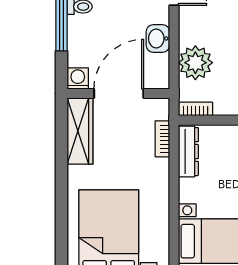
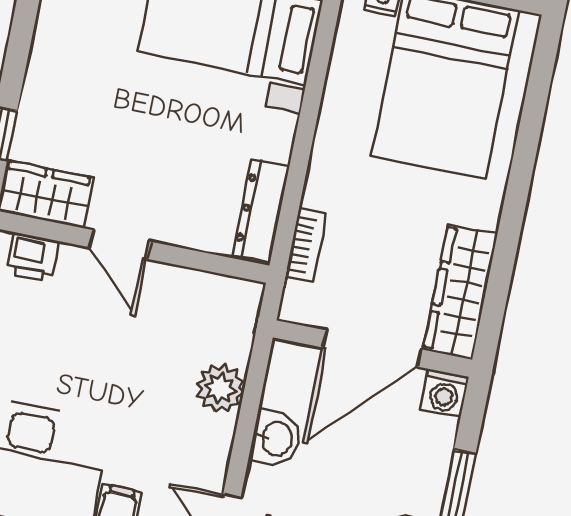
plant: (195, 63) -> (220, 388), width x0.73, depth x0.73
bookcase: (195, 109) -> (231, 289), removed

